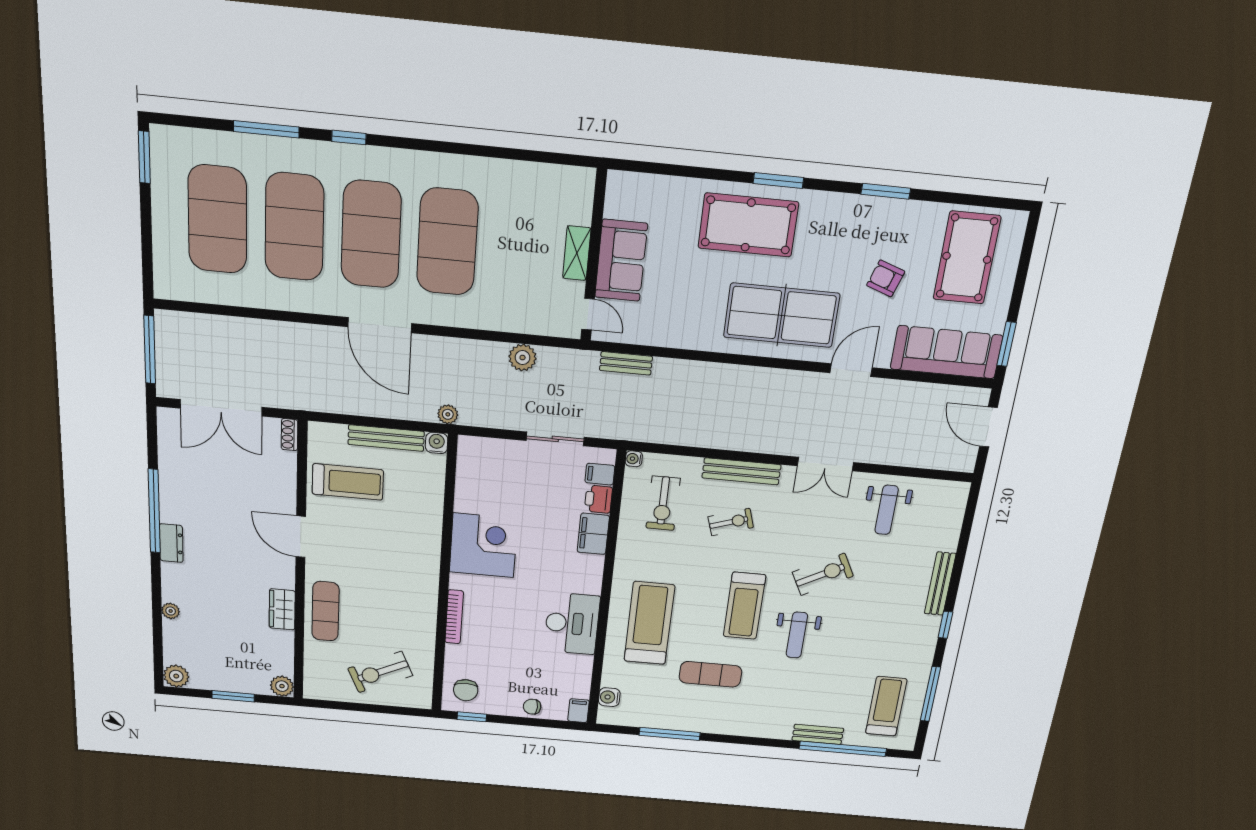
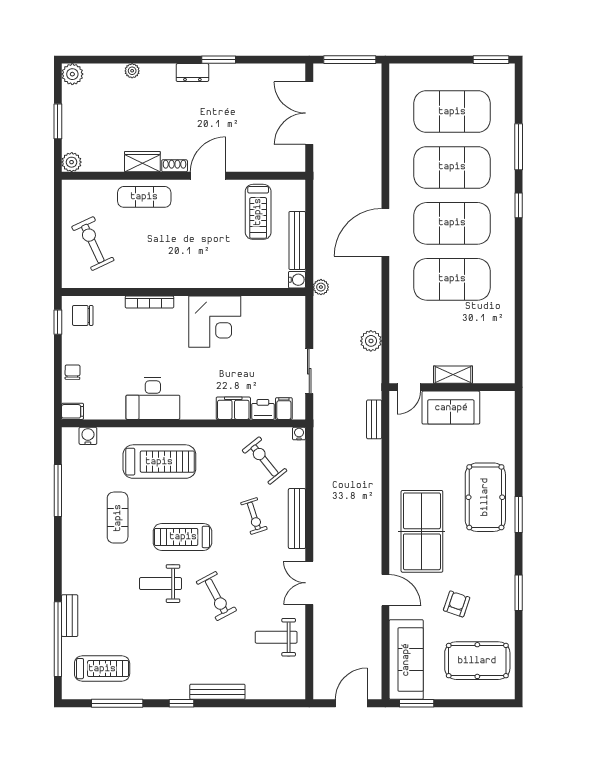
shoe rack: (289, 435) -> (175, 166), moved
exercise bike: (663, 503) -> (265, 461), turned 51
window: (154, 511) -> (219, 60), width x0.47

